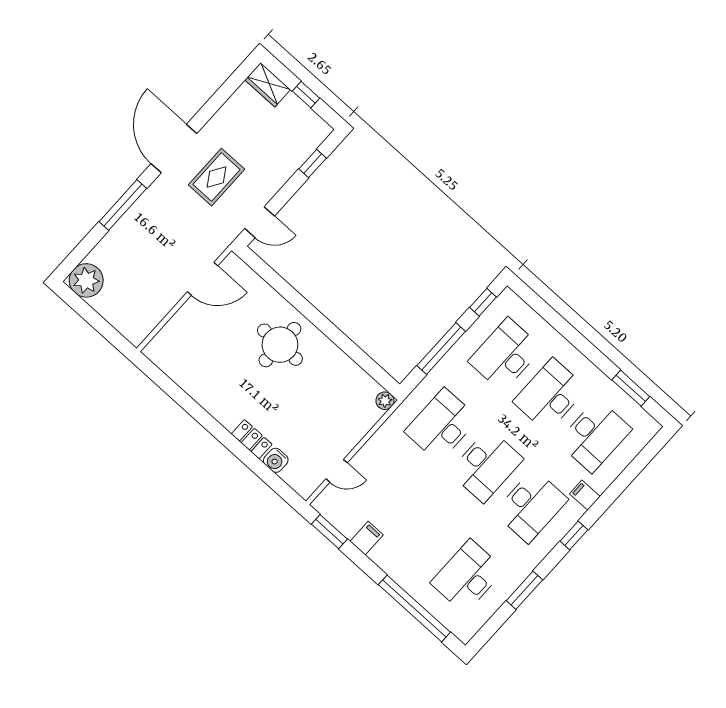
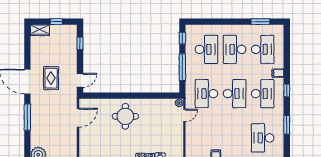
desk: (505, 355) -> (206, 49), turned 180
door: (337, 471) -> (184, 115), moved

